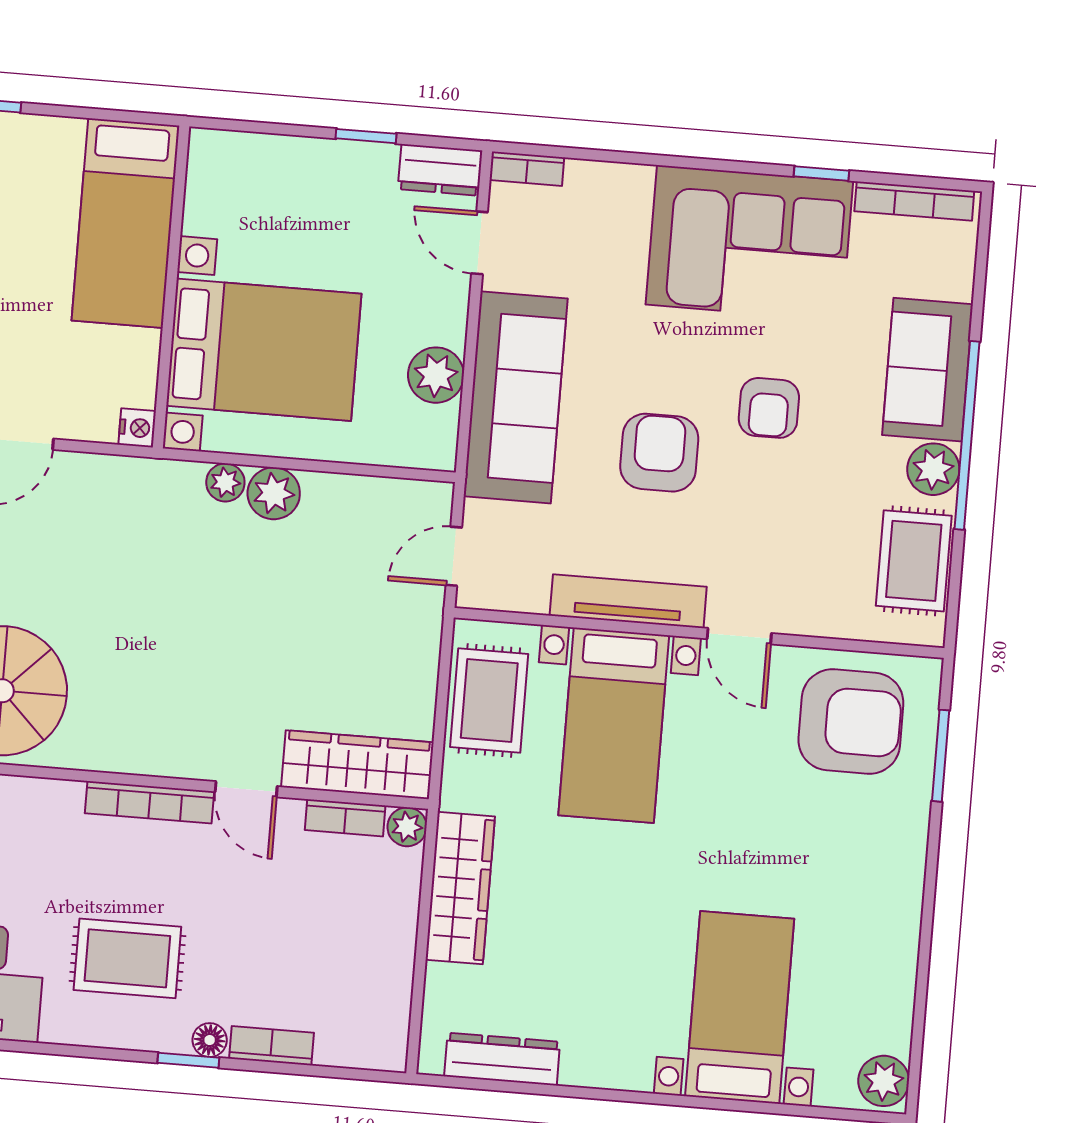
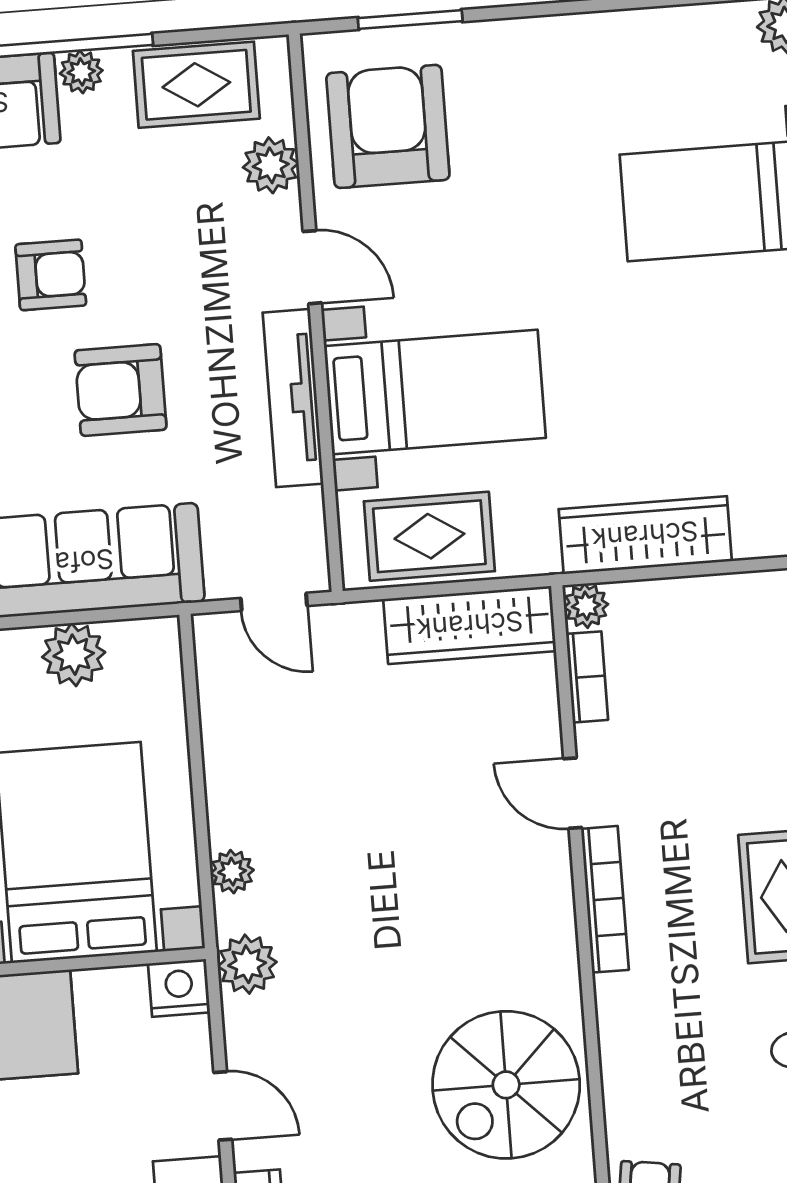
nightstand: (137, 428) -> (179, 988), width x1.39, depth x1.35
plant: (933, 469) -> (81, 72), width x0.73, depth x0.73
plant: (274, 493) -> (247, 964), moved
plant: (833, 614) -> (271, 165), added
door: (739, 636) -> (312, 267), hinge flipped
wardrobe: (357, 765) -> (470, 625), moved, turned -90
door: (246, 789) -> (573, 793), swing flipped

